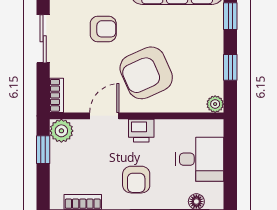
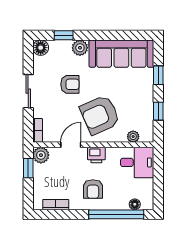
plant: (215, 104) -> (133, 137), moved
desk: (200, 159) -> (137, 162), moved

